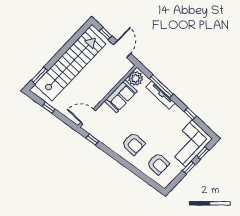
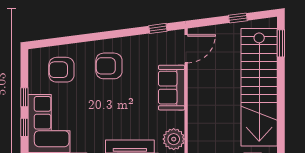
sofa: (121, 96) -> (172, 88), moved

